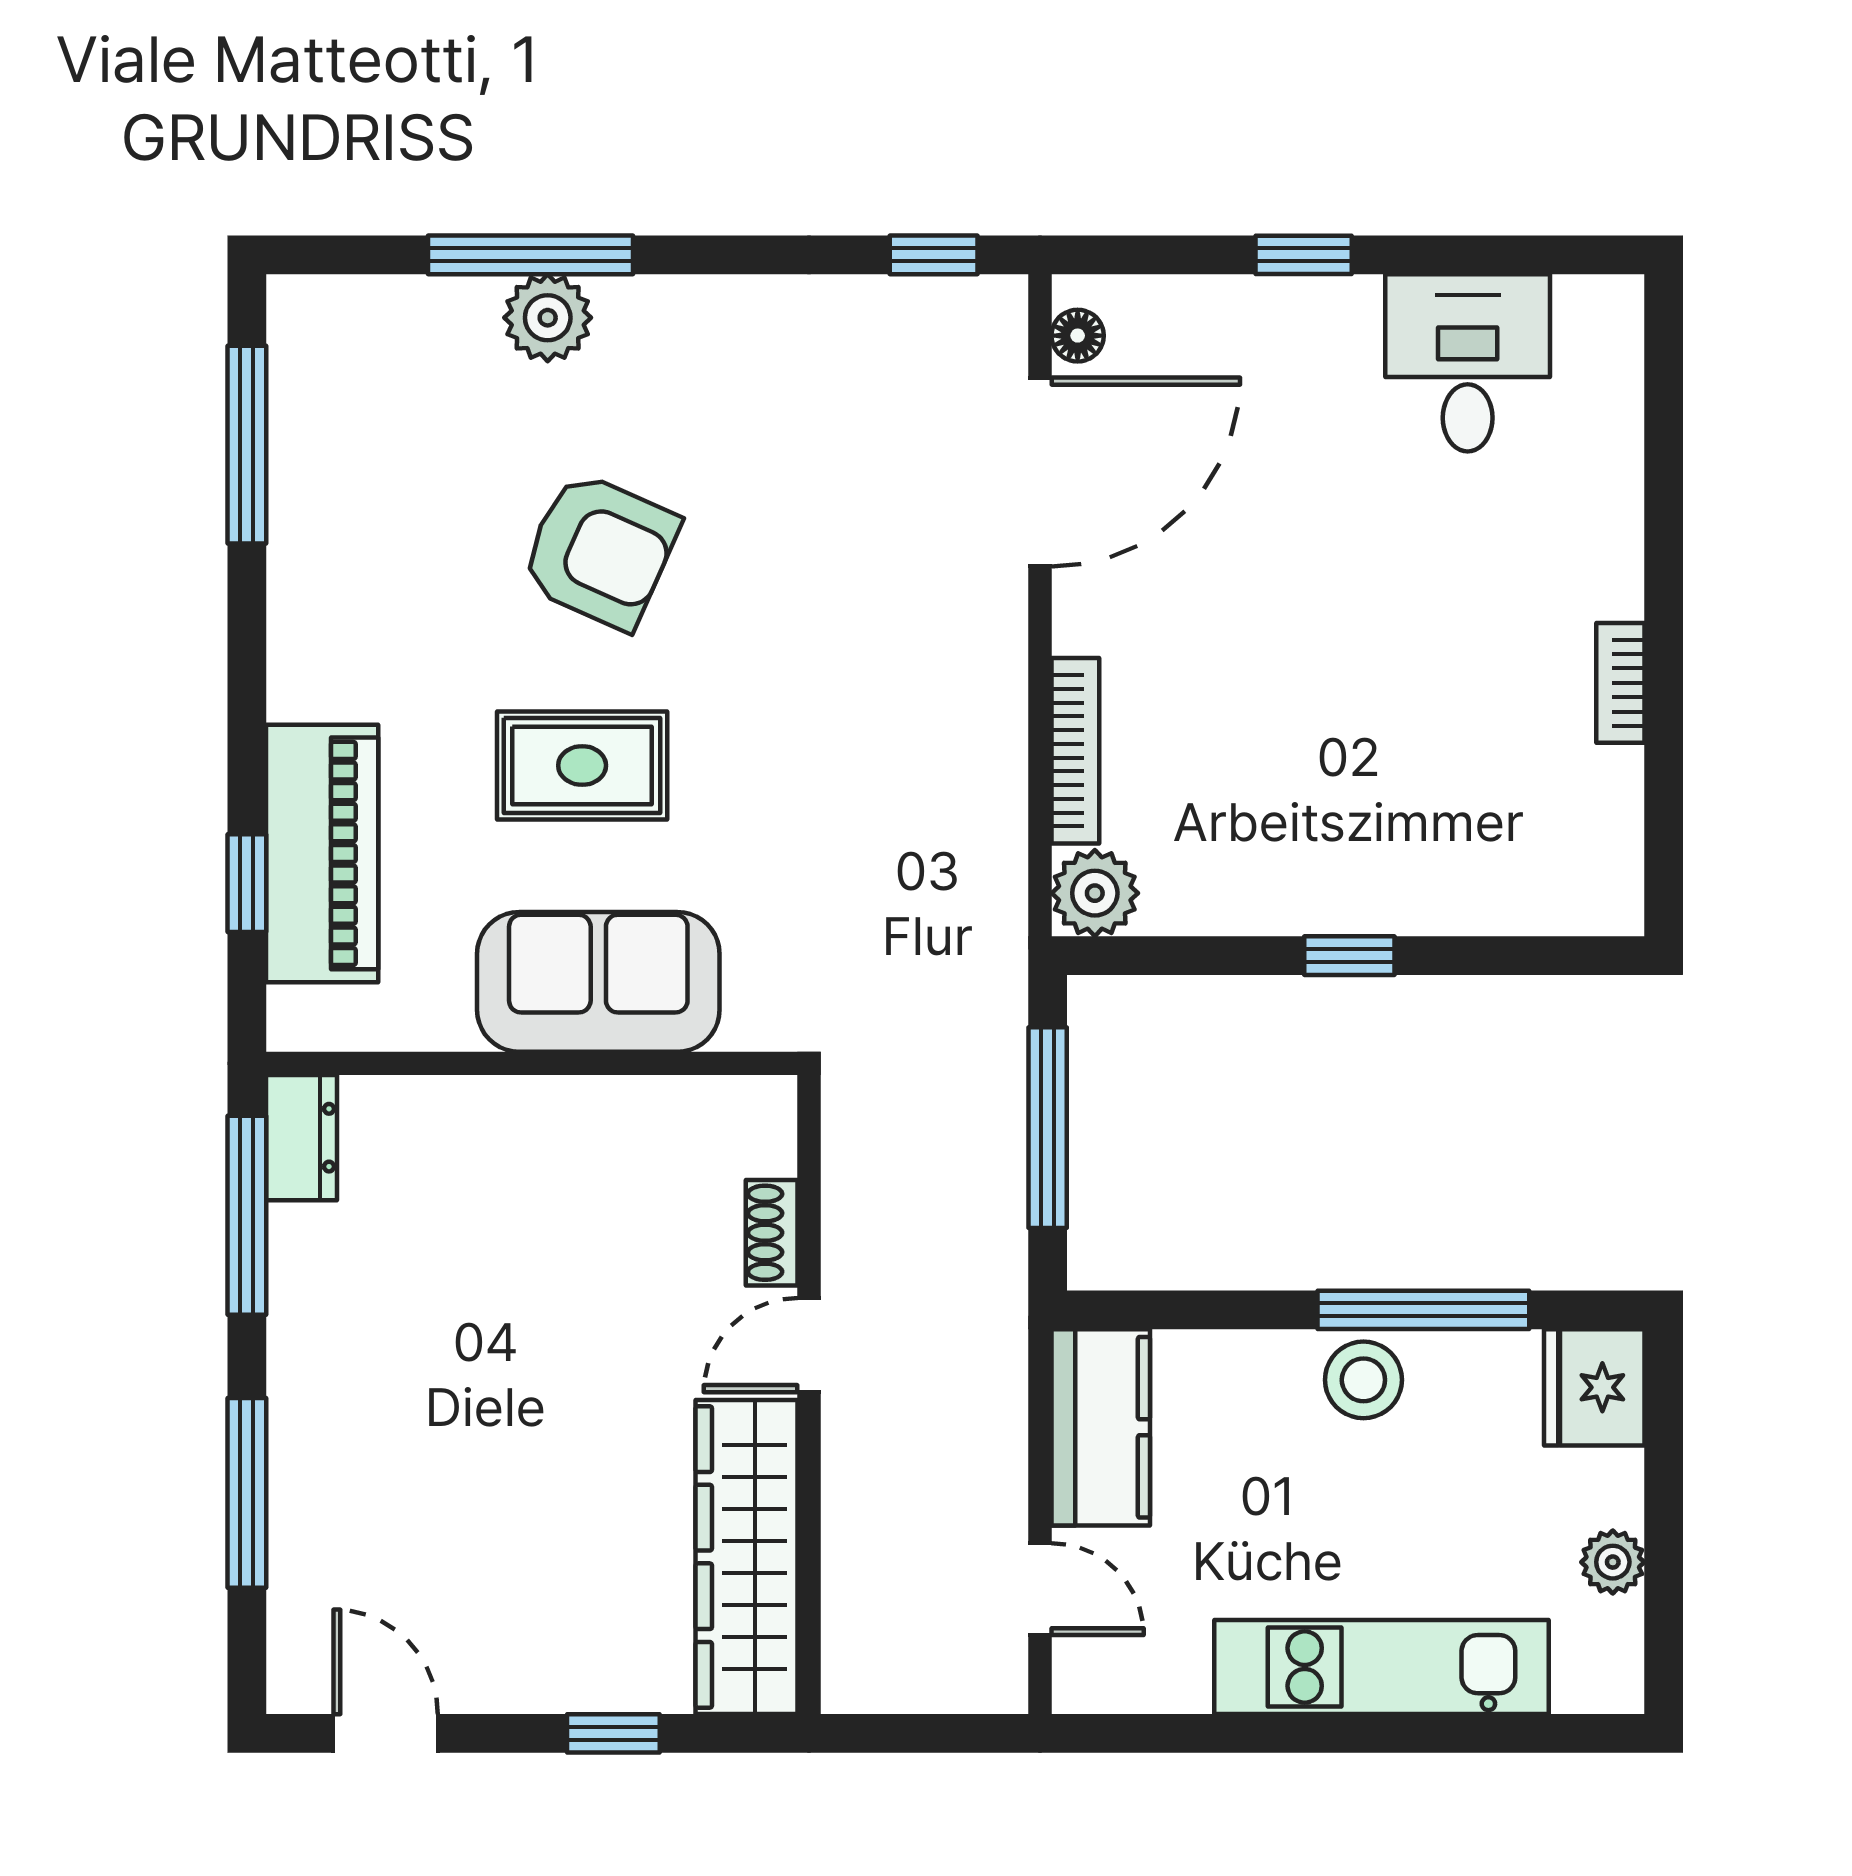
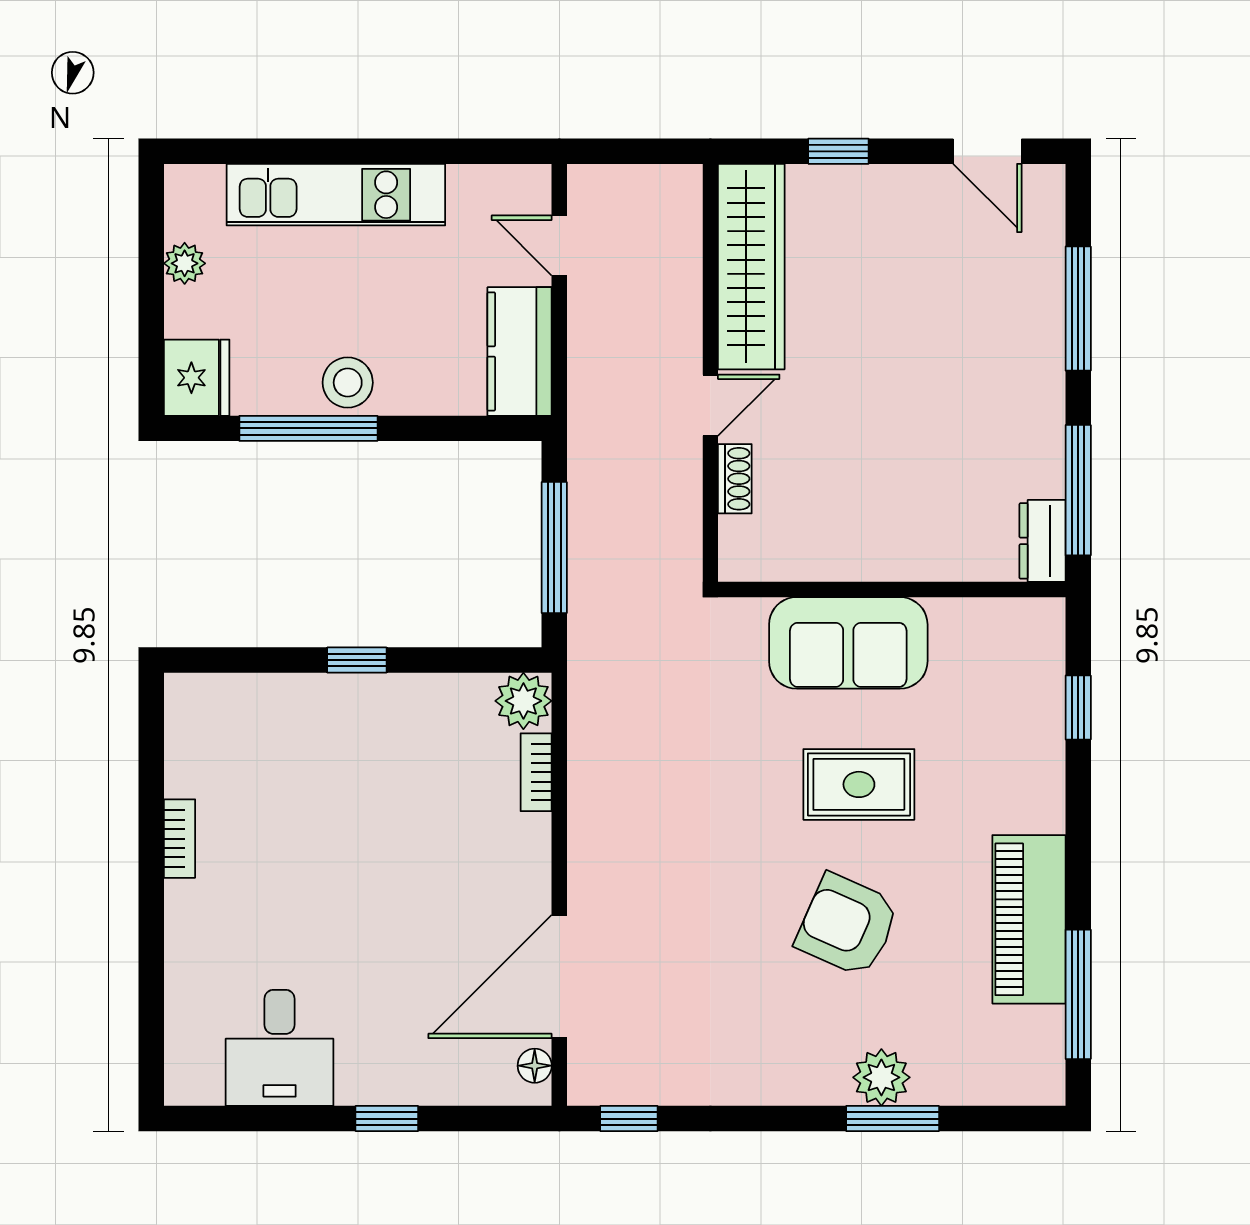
window: (531, 255) -> (893, 1119), width x0.69
bookcase: (1075, 751) -> (536, 772), width x0.64
piano: (322, 853) -> (1029, 919), moved

